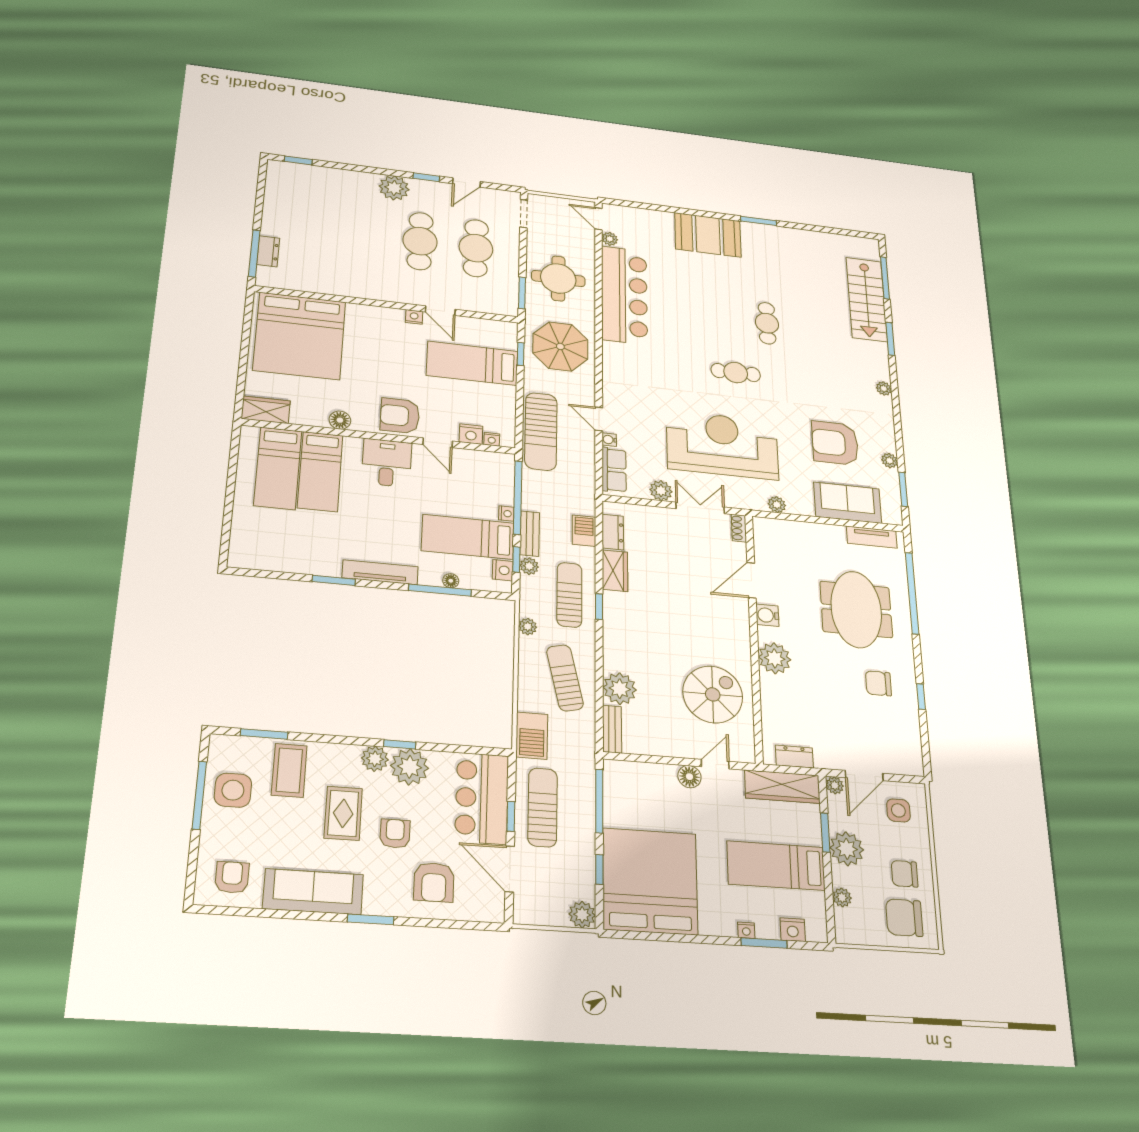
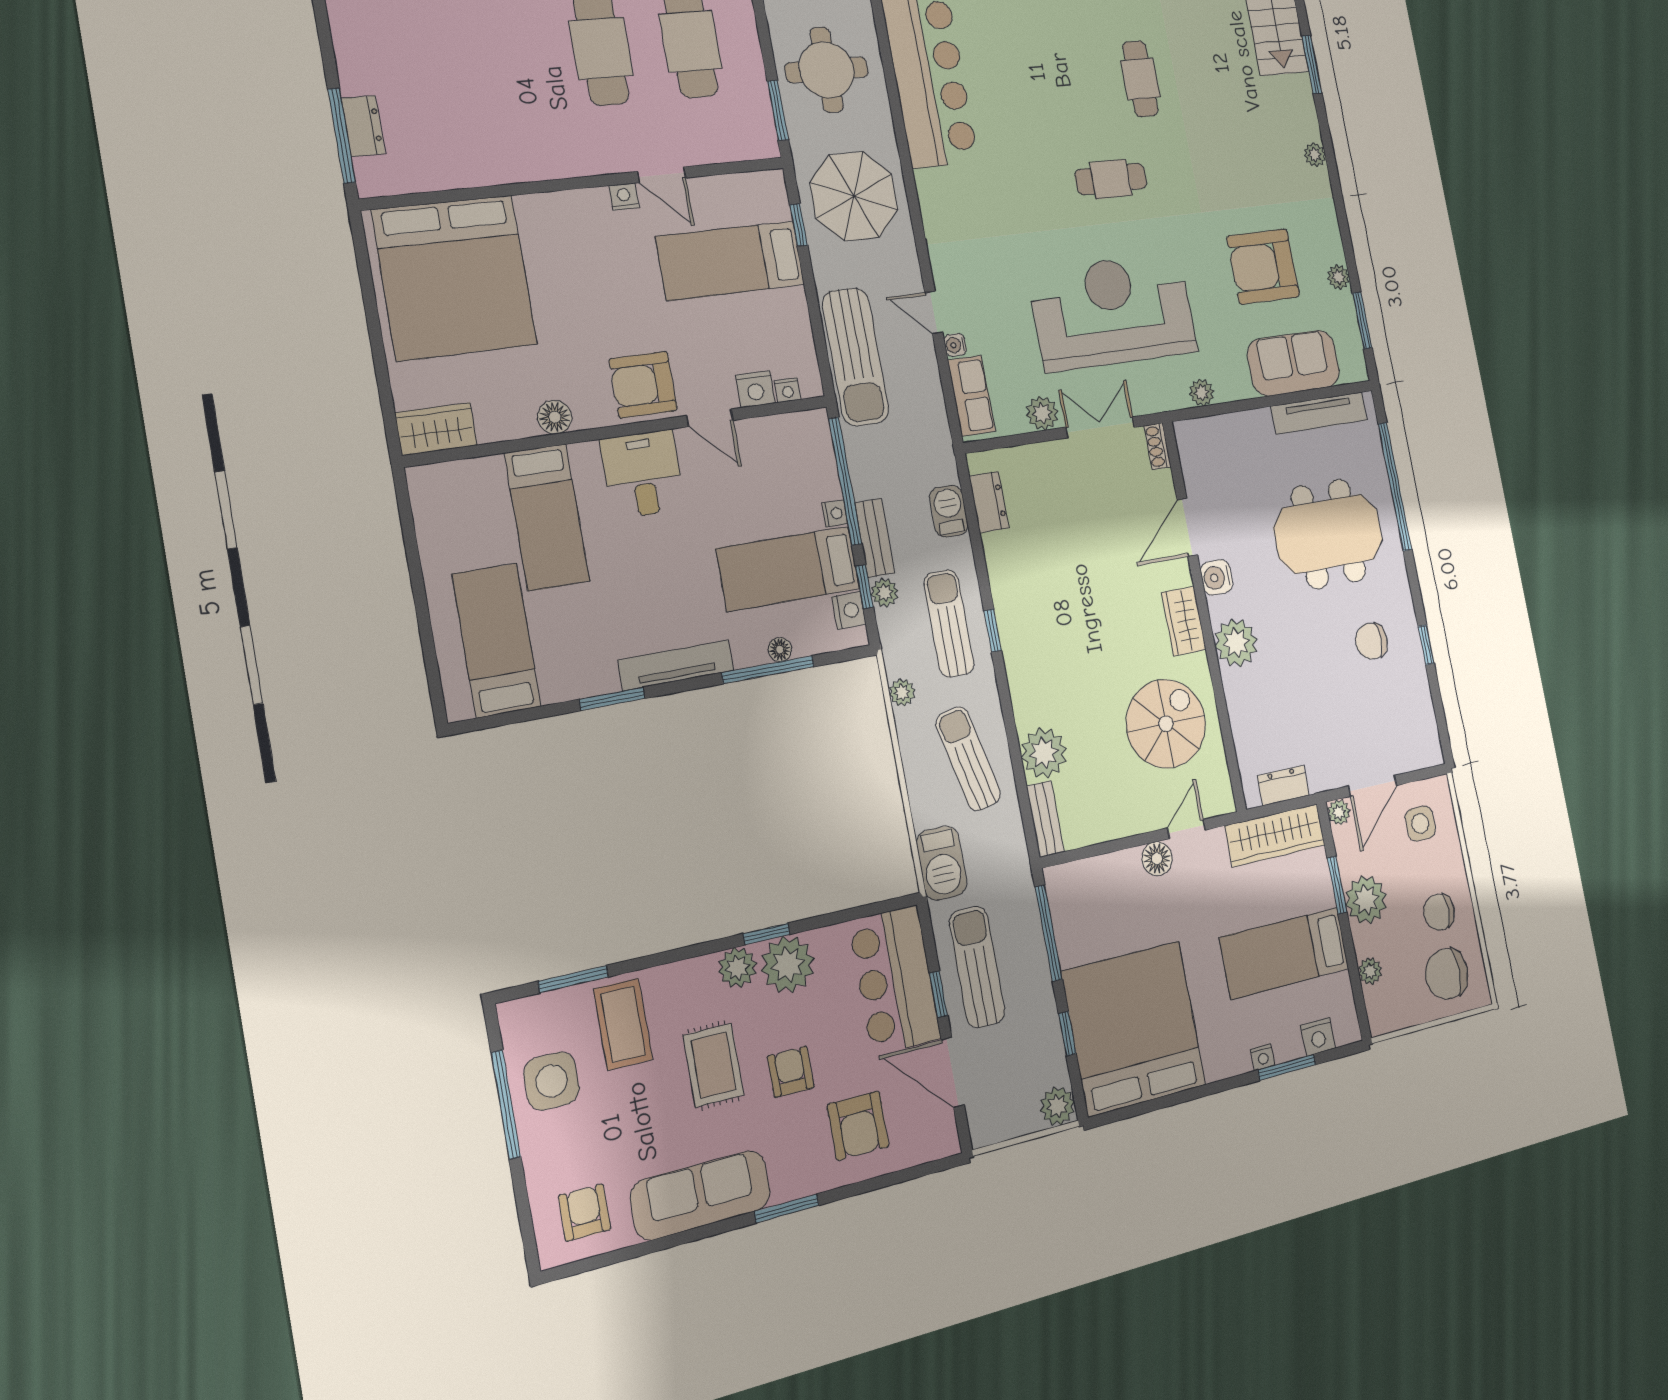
bed: (278, 468) -> (496, 640), moved, turned 180
tv unit: (872, 537) -> (1319, 413), width x1.41
wardrobe: (615, 571) -> (1184, 621), moved, turned 180
meeting table: (856, 609) -> (1328, 534), turned 90

